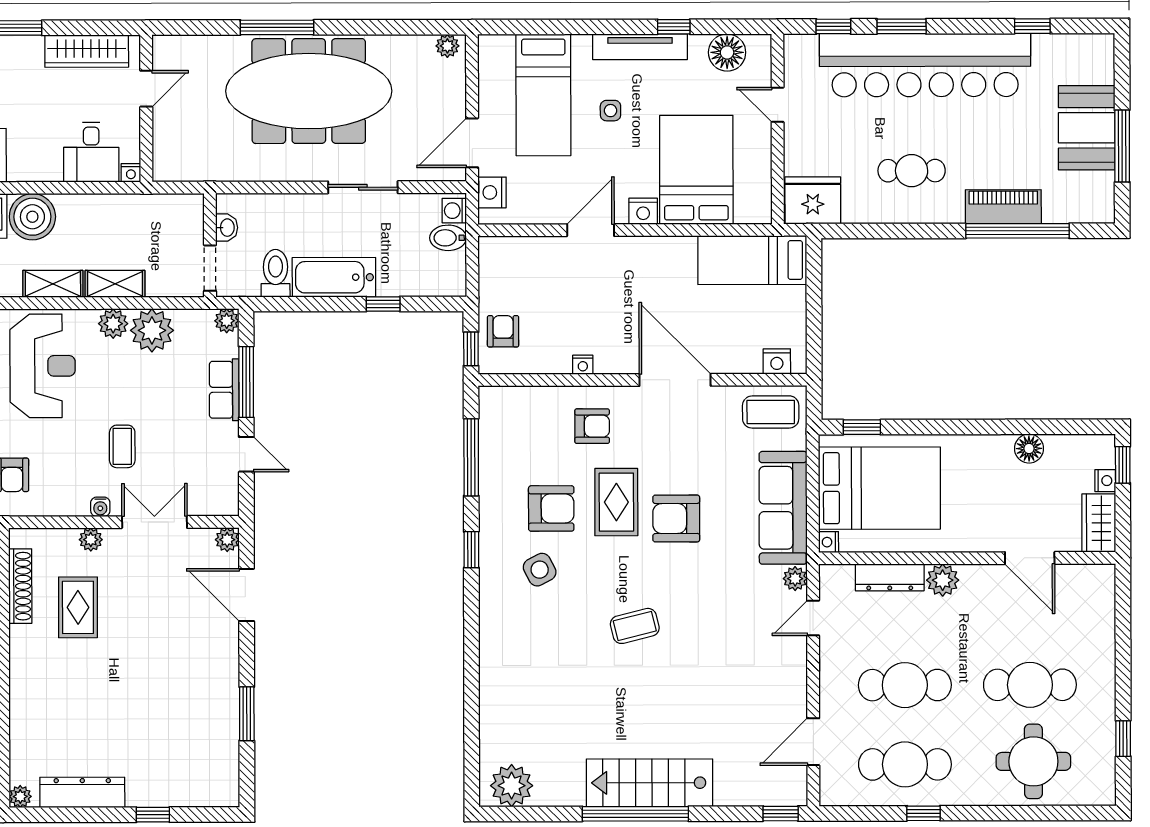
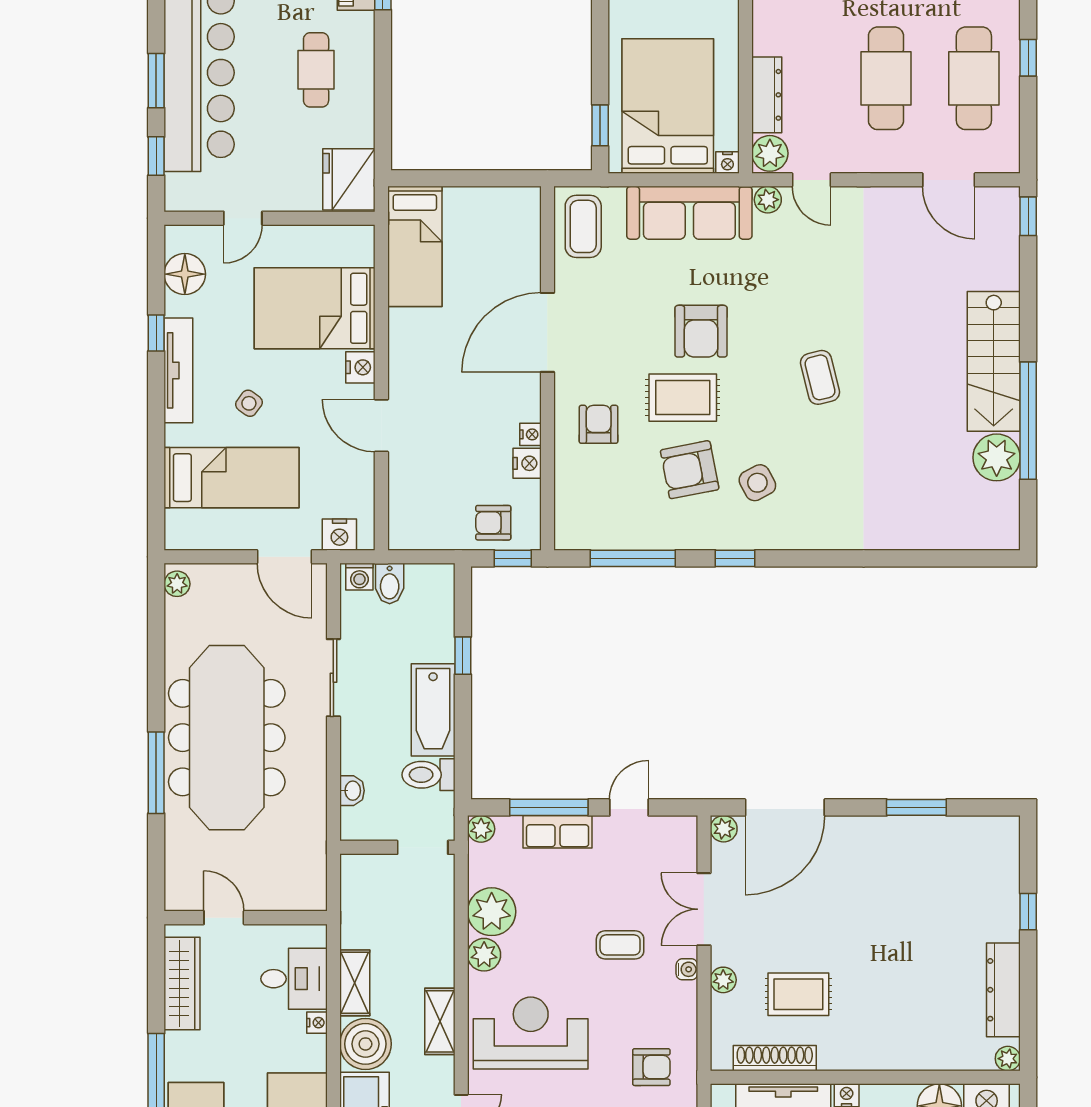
side table: (610, 111) -> (249, 403), turned 36
nightstand: (131, 173) -> (317, 1023), moved
washbasin: (227, 228) -> (352, 791), moved, turned 90
shelving: (115, 284) -> (355, 983), moved
nightstand: (777, 361) -> (527, 463), moved
armchair: (551, 508) -> (690, 470), turned -101
plant: (943, 580) -> (770, 153), moved
door: (247, 595) -> (785, 807), width x1.36
plant: (512, 786) -> (997, 457), moved
window: (635, 814) -> (1028, 421), moved

